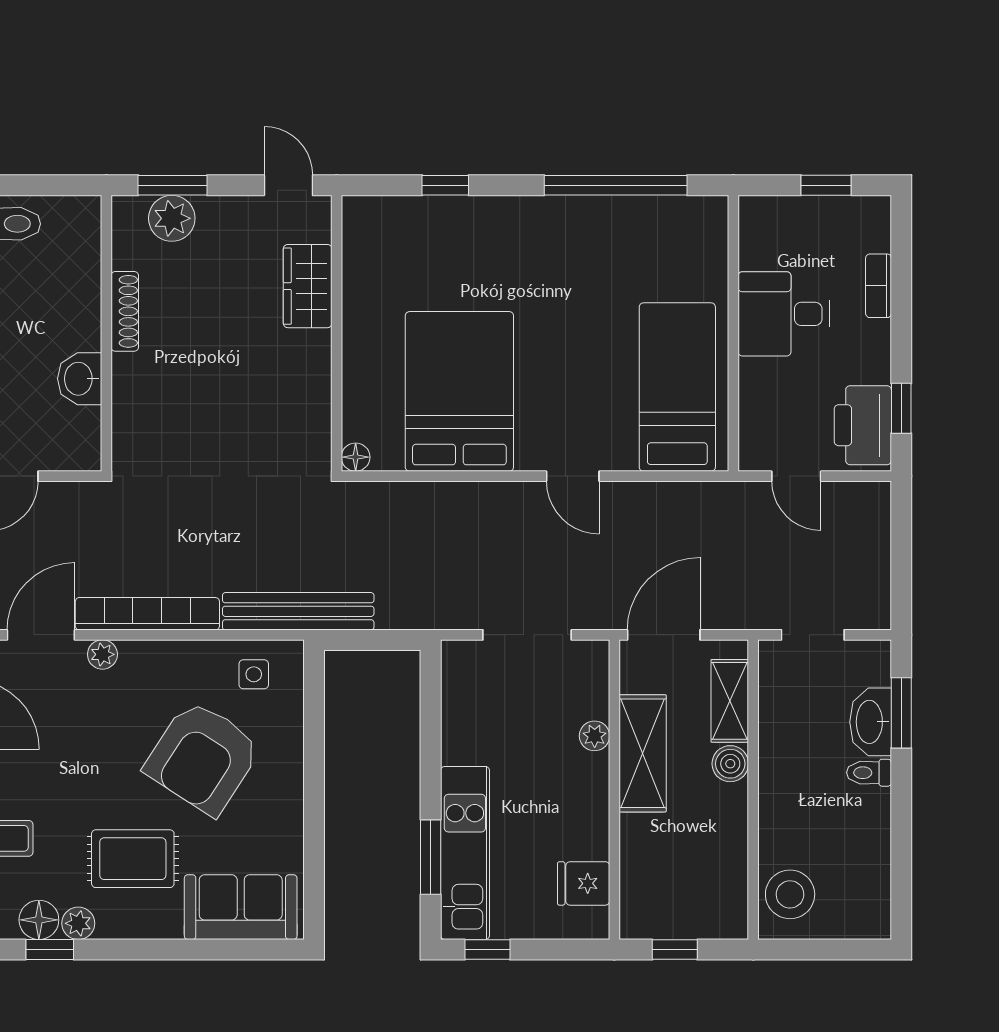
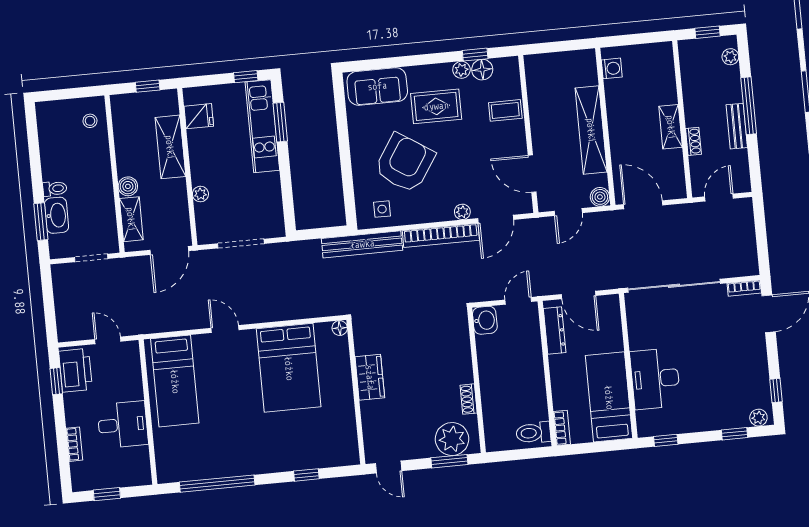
plant: (172, 218) -> (452, 439), width x1.36, depth x1.36
wardrobe: (308, 286) -> (370, 377), moved
shoe rack: (125, 311) -> (469, 399), width x0.70
washbasin: (80, 379) -> (485, 320), moved
shelving: (643, 753) -> (170, 147), moved
stool: (790, 894) -> (90, 121), width x0.53, depth x0.53

